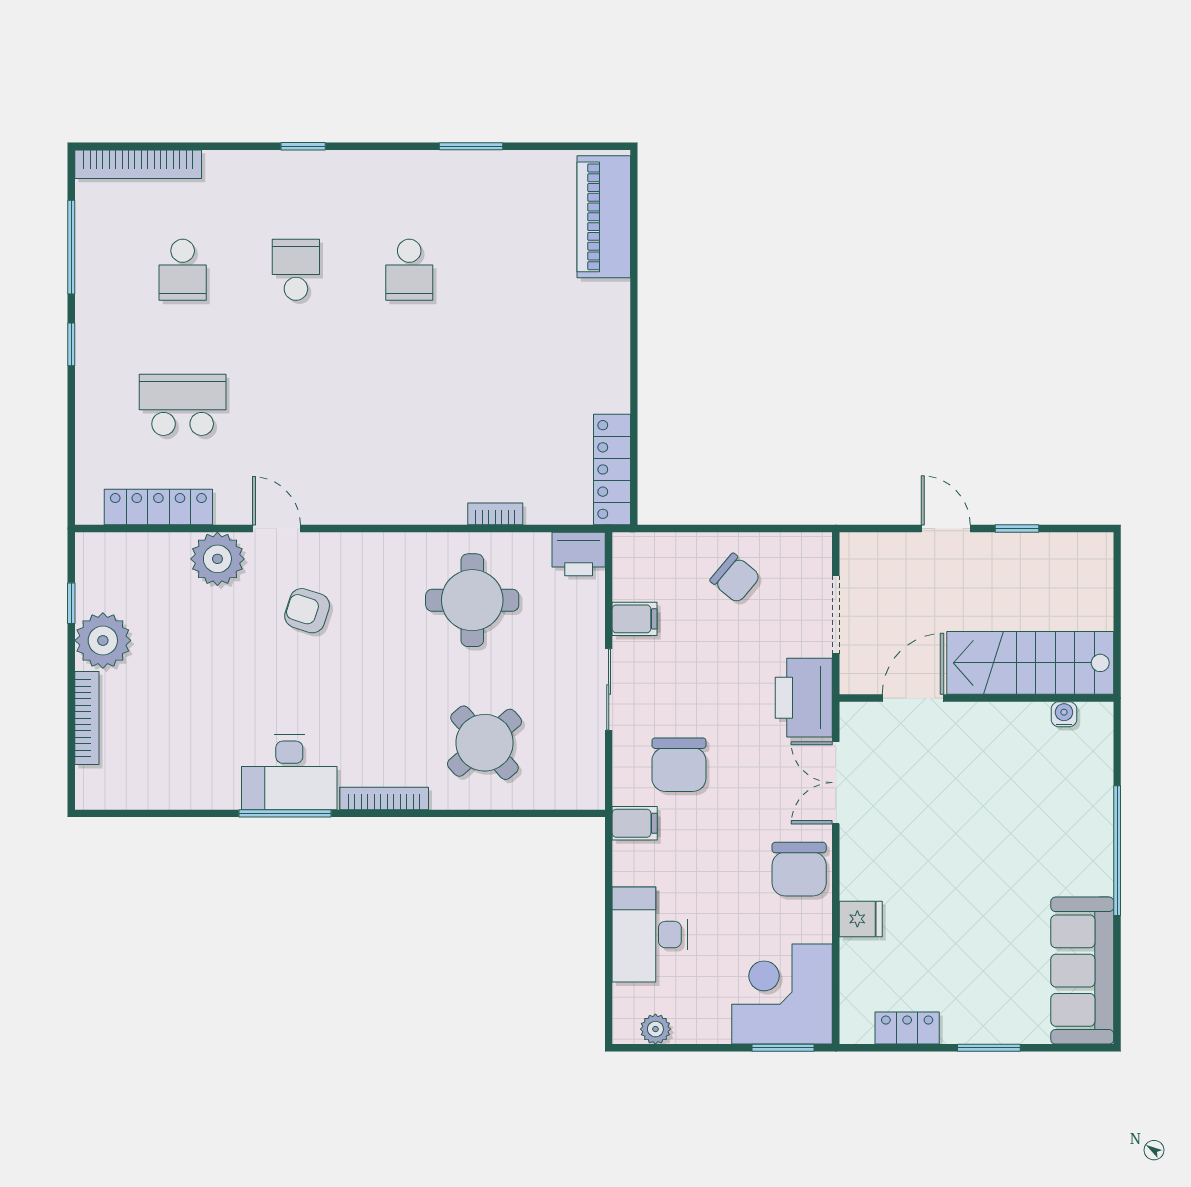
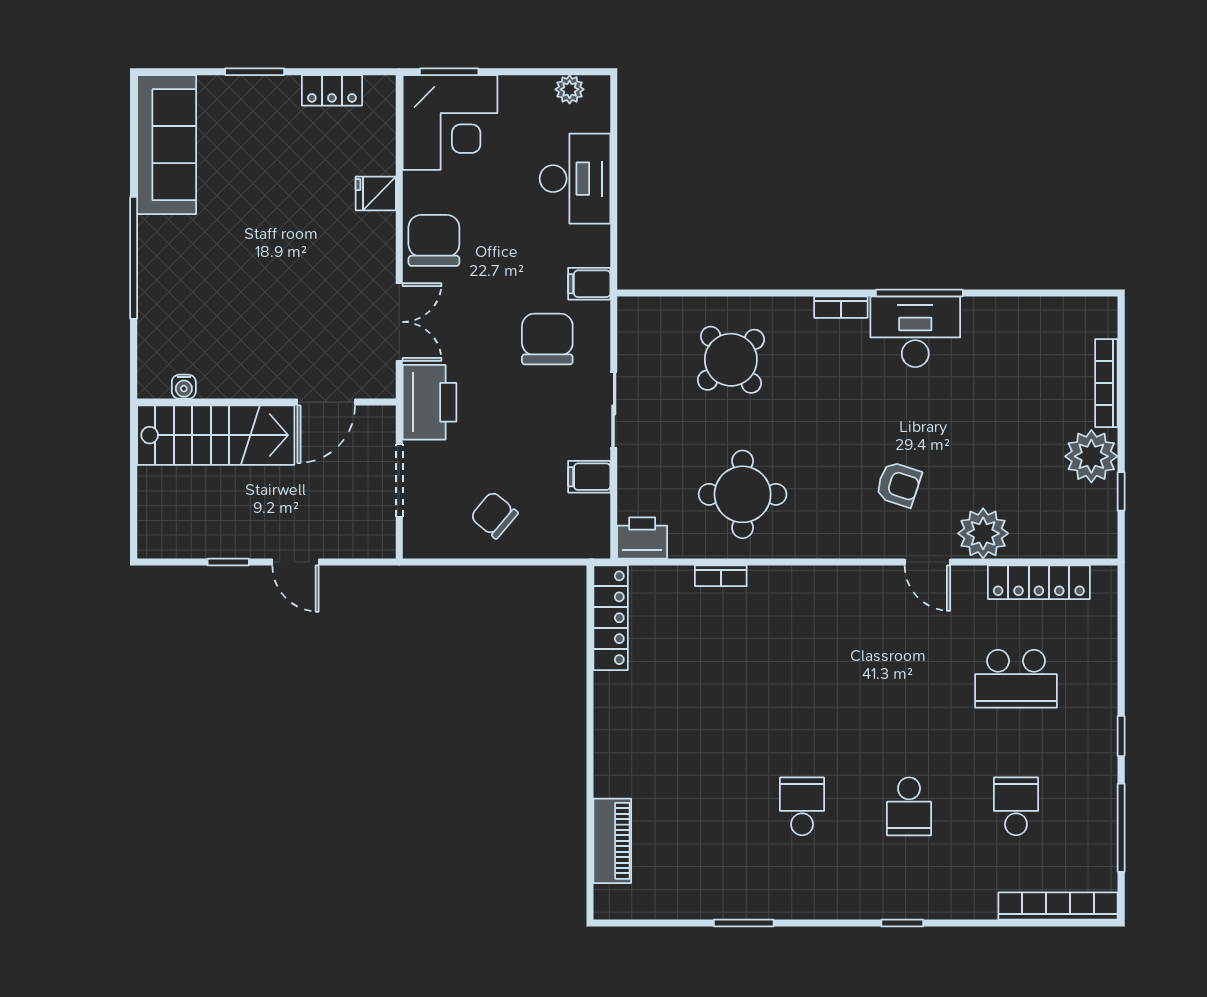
piano: (604, 217) -> (612, 841), width x0.73, depth x0.75
bookcase: (384, 798) -> (841, 307), width x0.64

